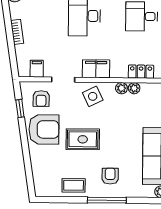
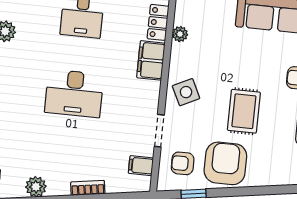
filing cabinet: (96, 69) -> (151, 60), moved
plant: (121, 88) -> (178, 51), removed
armchair: (41, 99) -> (183, 163), turned 180

